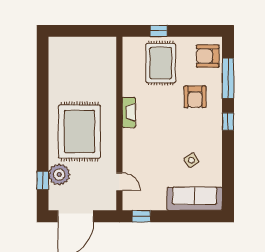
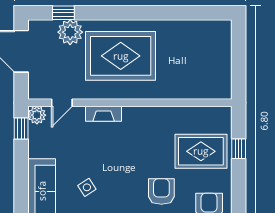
armchair: (195, 97) -> (161, 192), turned 90
fireplace: (129, 112) -> (104, 114), moved
plant: (130, 203) -> (37, 115), added

